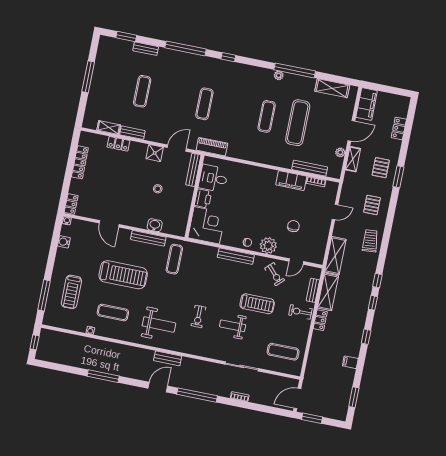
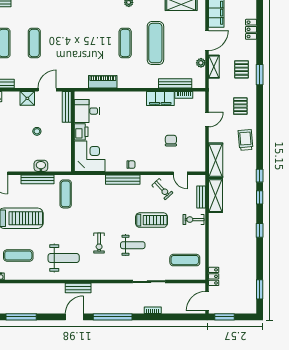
exercise mat: (204, 104) -> (34, 43), moved
piano: (212, 147) -> (103, 82), moved
plant: (268, 246) -> (151, 164), removed
door: (296, 261) -> (180, 173), hinge flipped
locker: (320, 320) -> (214, 276), moved
weight bench: (233, 326) -> (133, 245), turned 180
filing cabinet: (350, 362) -> (250, 257), removed

